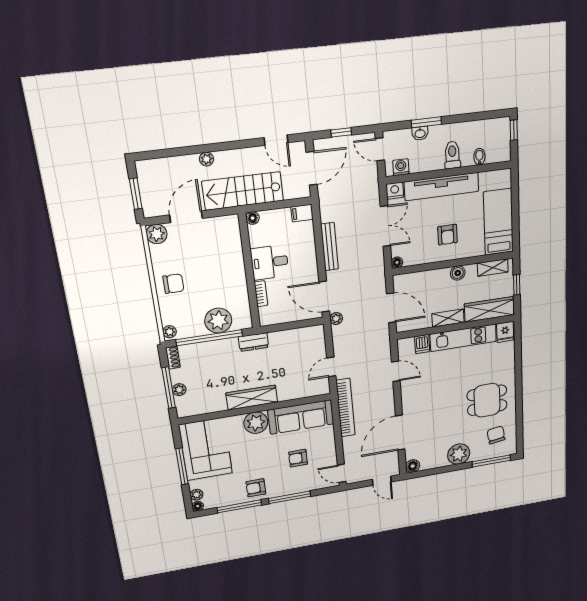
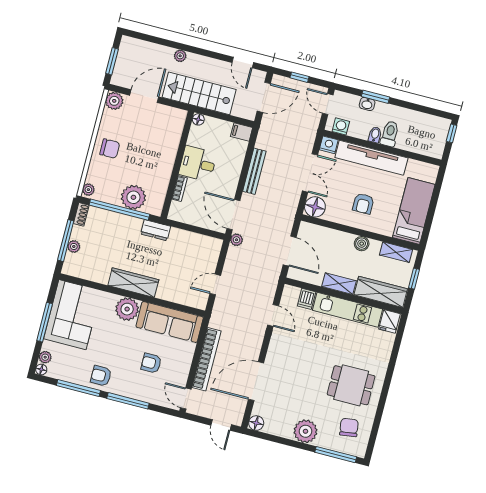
bidet: (479, 157) -> (375, 135), moved
floor lamp: (397, 262) -> (315, 207), width x1.89, depth x1.89
bookcase: (346, 408) -> (207, 359), moved

